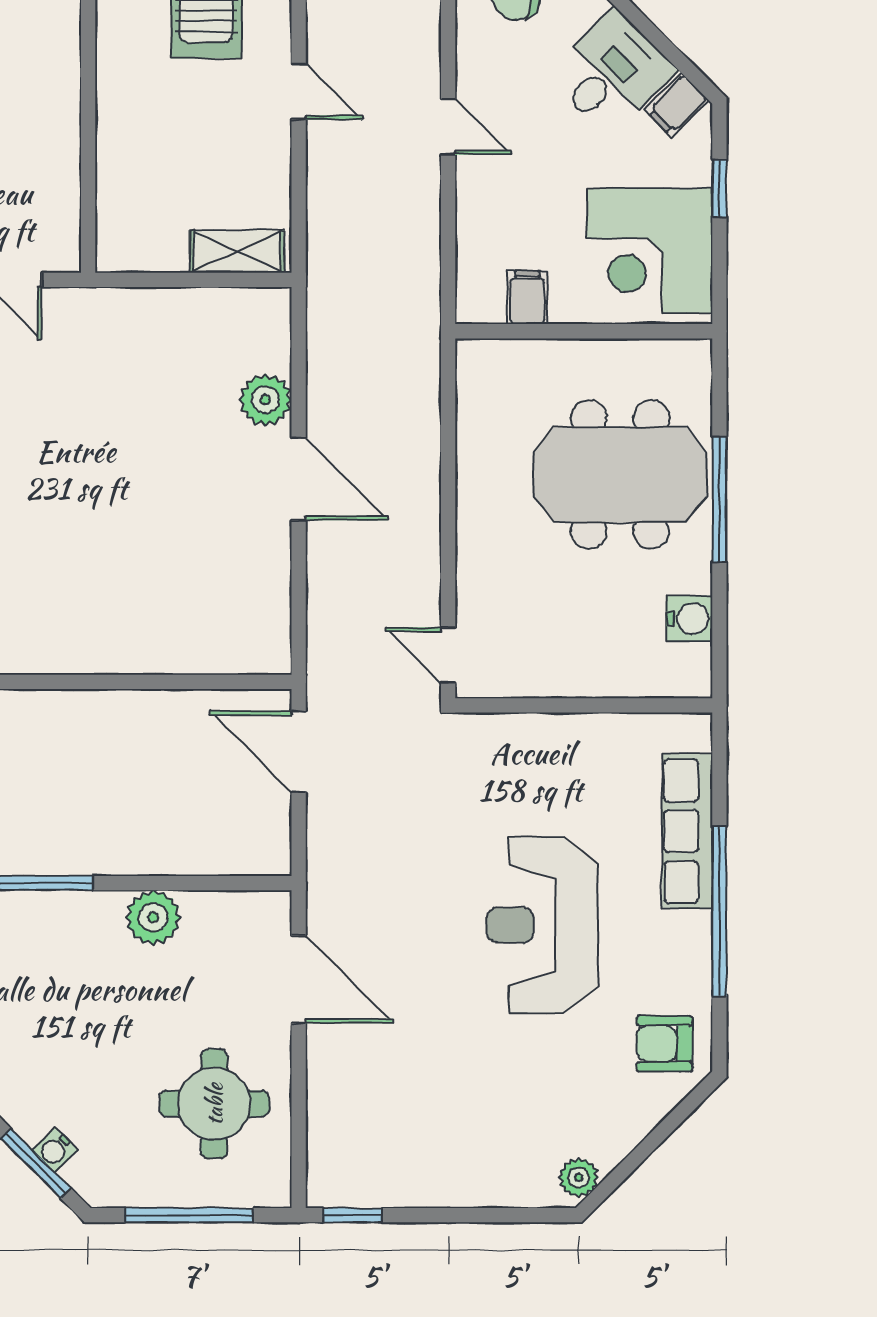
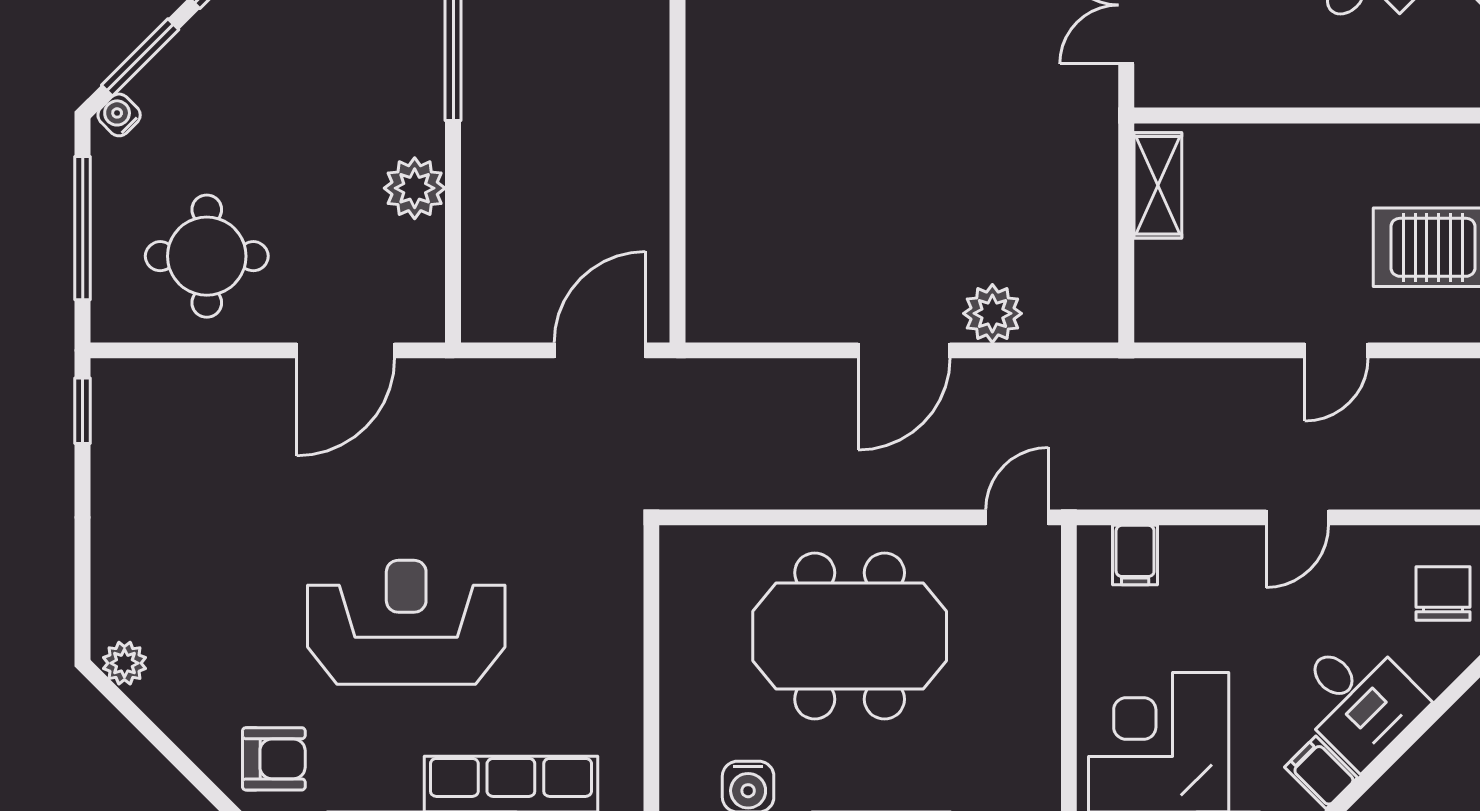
shelving: (237, 252) -> (1158, 185), moved
filing cabinet: (527, 297) -> (1135, 555), moved, turned 90
meeting table: (620, 474) -> (850, 636), moved, turned 90
door: (448, 655) -> (1017, 517), moved
armchair: (665, 1044) -> (274, 759), turned 90
water cooler: (55, 1150) -> (119, 115), moved

